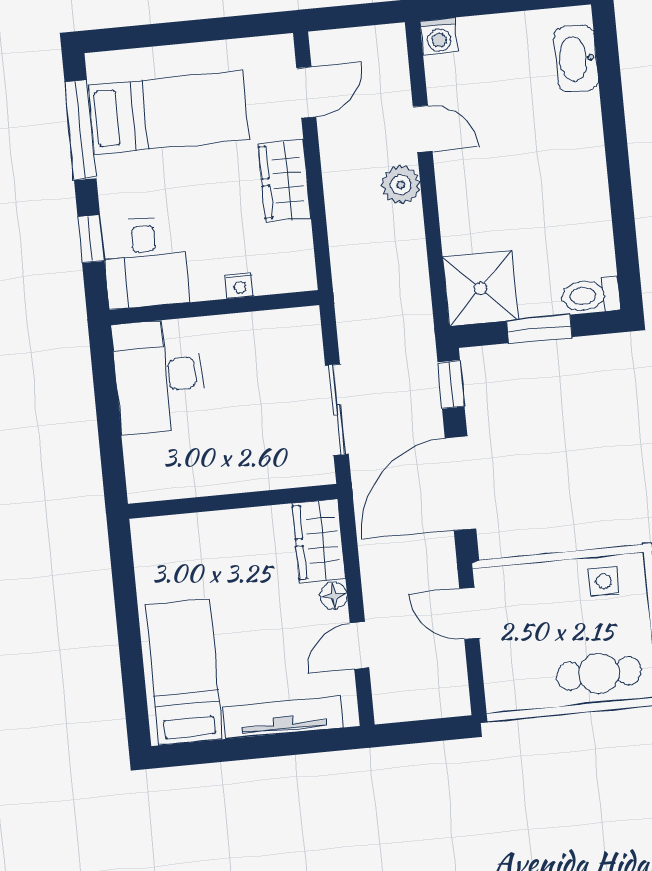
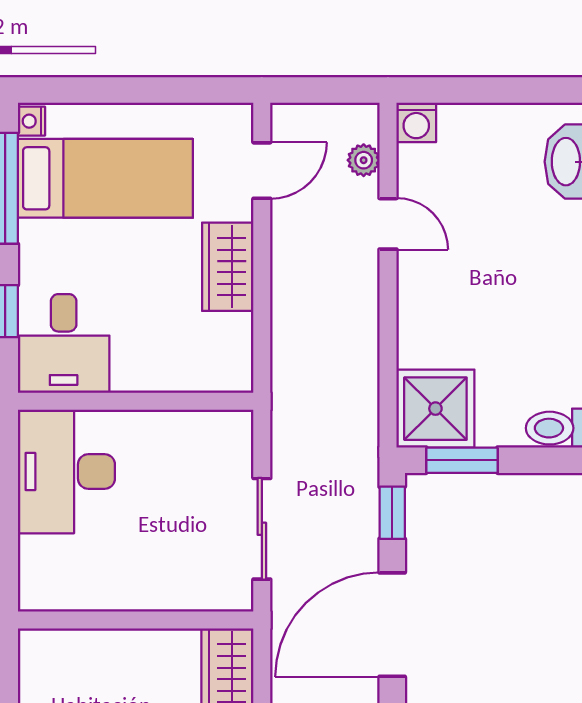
plant: (401, 185) -> (364, 160), moved, width x0.73, depth x0.73
nightstand: (240, 285) -> (31, 121), moved, turned 90
window: (539, 329) -> (462, 460), moved

